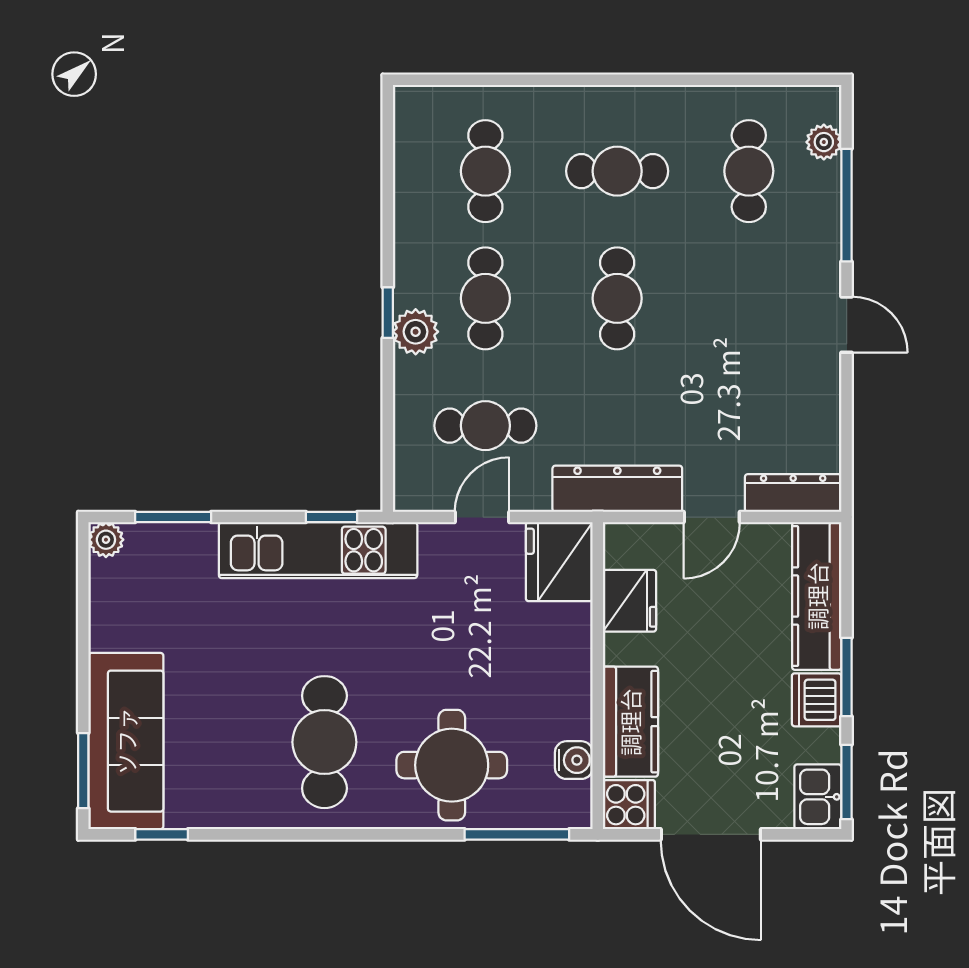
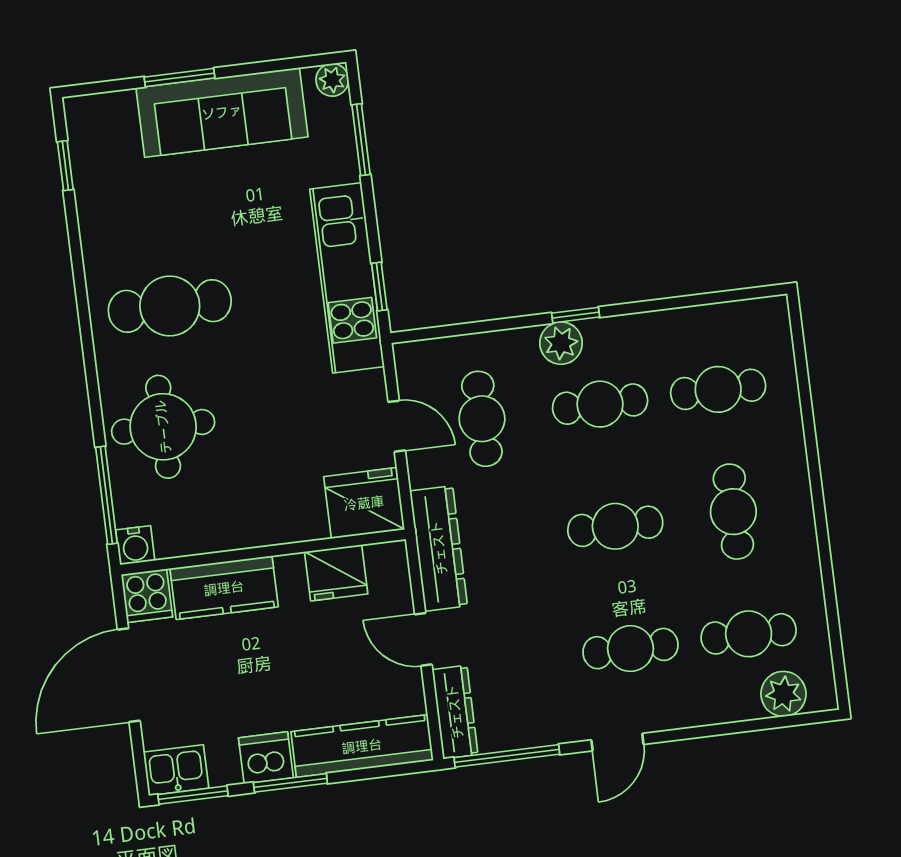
plant: (824, 142) -> (783, 694), width x1.38, depth x1.38
window: (847, 205) -> (507, 756), moved
cafe table: (749, 298) -> (630, 649), added
sofa: (126, 741) -> (222, 112), moved
water cooler: (574, 760) -> (135, 545), moved
window: (83, 771) -> (180, 78), moved

